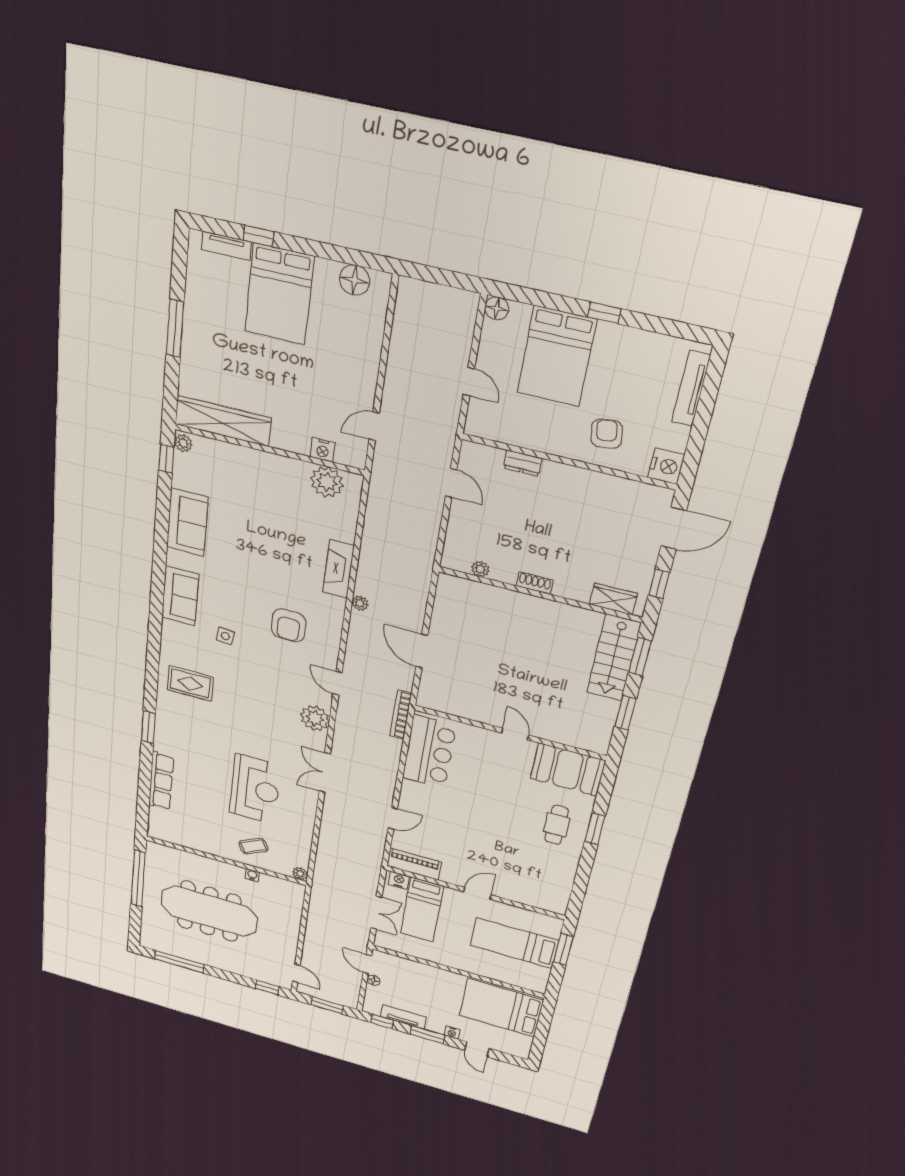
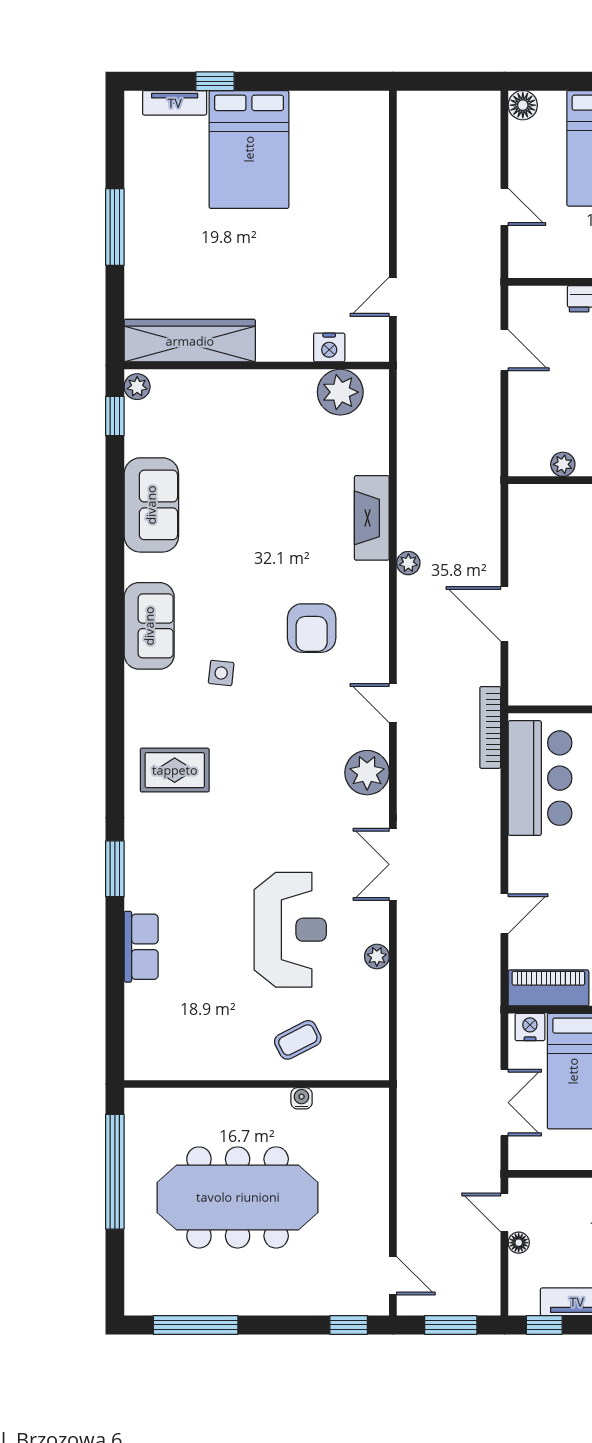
floor lamp: (355, 280) -> (343, 110), removed
row of seats: (161, 781) -> (141, 947), width x0.68
plant: (300, 874) -> (377, 957), moved

